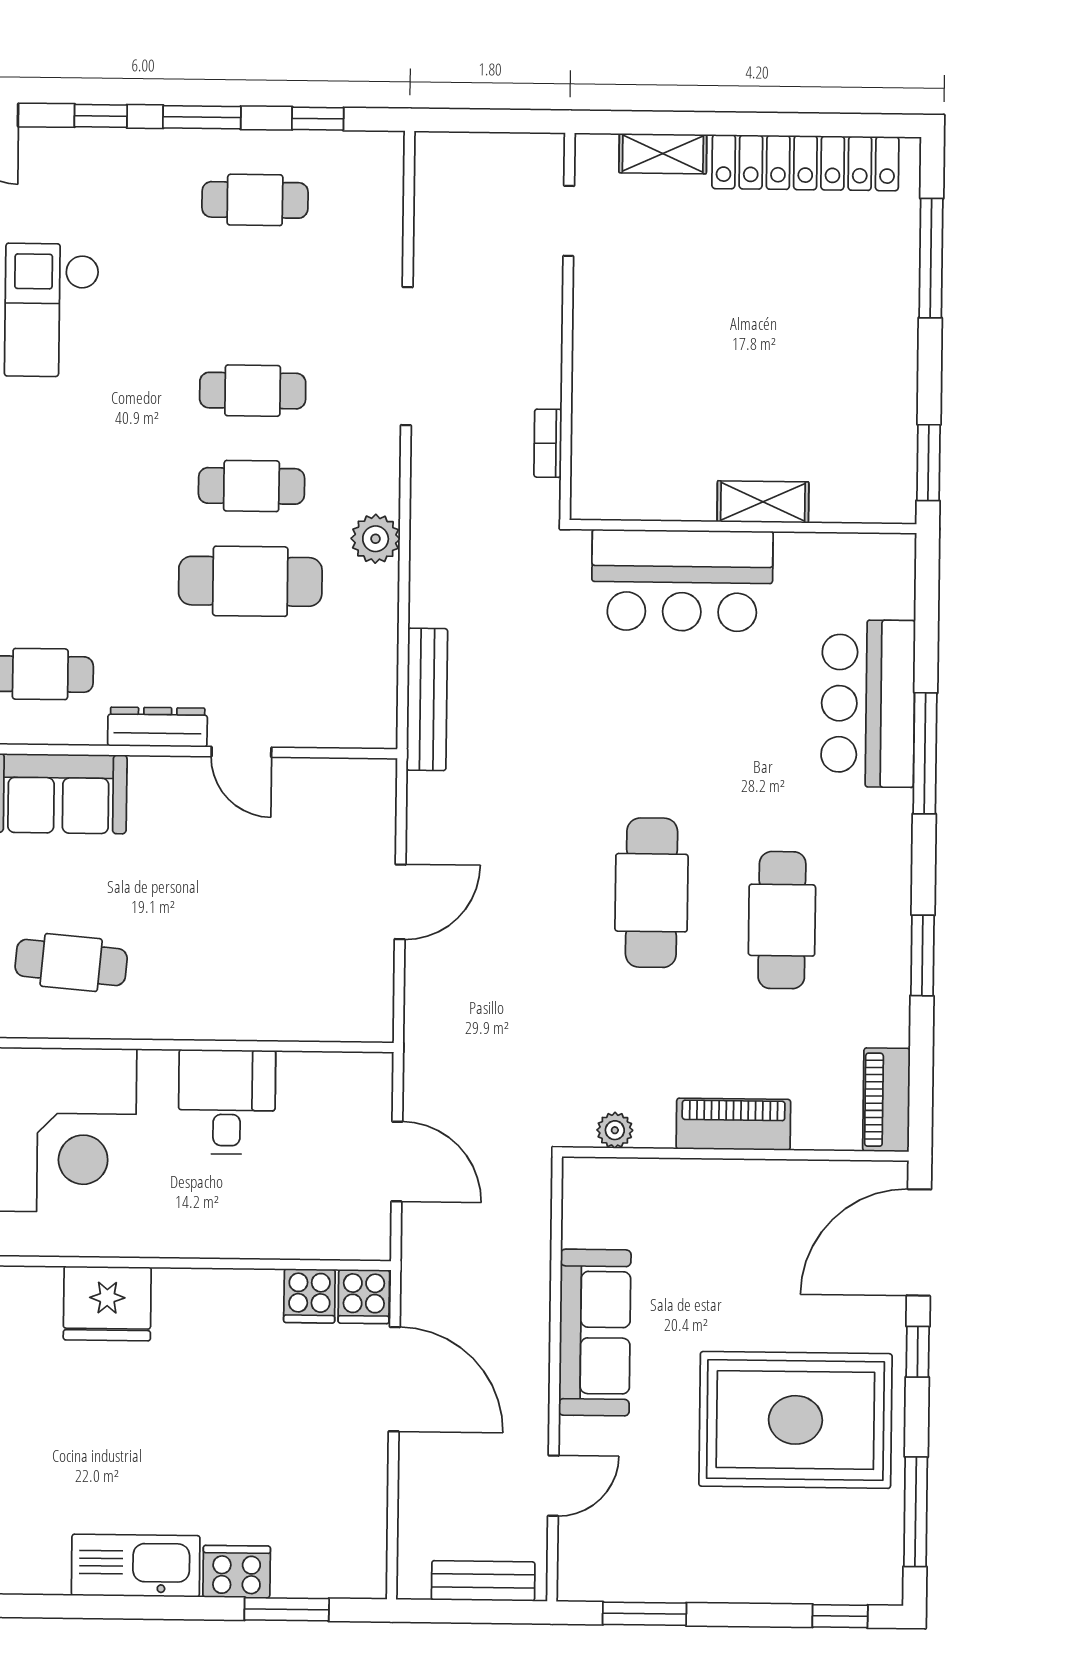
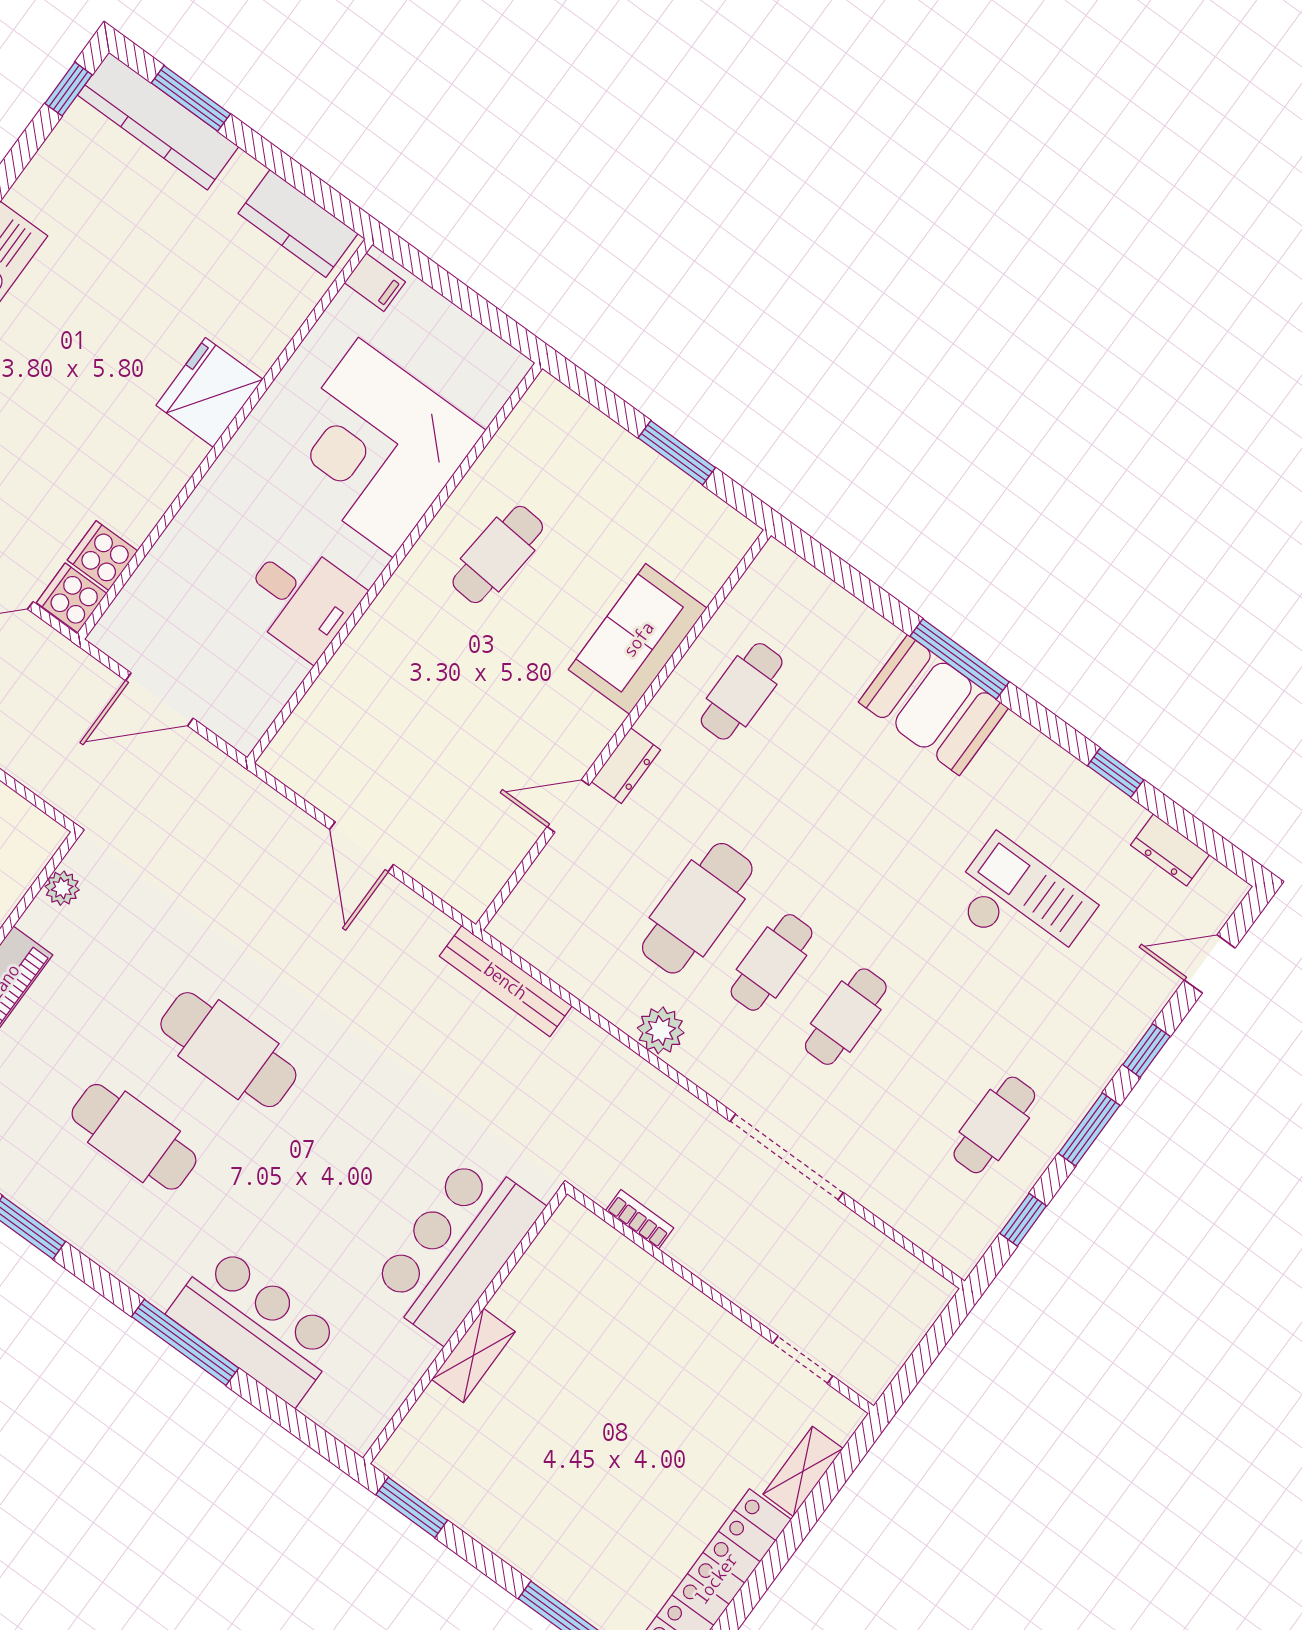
dresser: (158, 727) -> (626, 766), width x0.70

